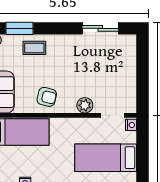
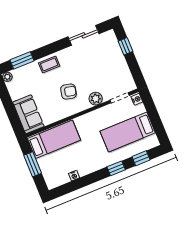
coffee table: (34, 48) -> (49, 64), moved
window: (142, 60) -> (125, 46), added
armchair: (47, 97) -> (69, 92), moved

